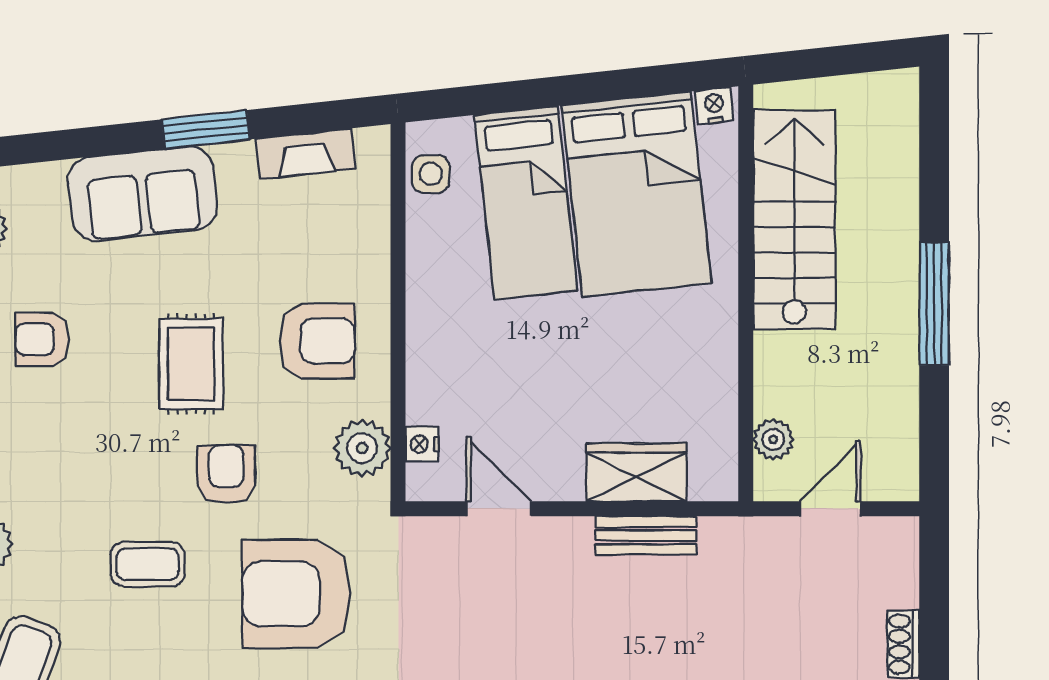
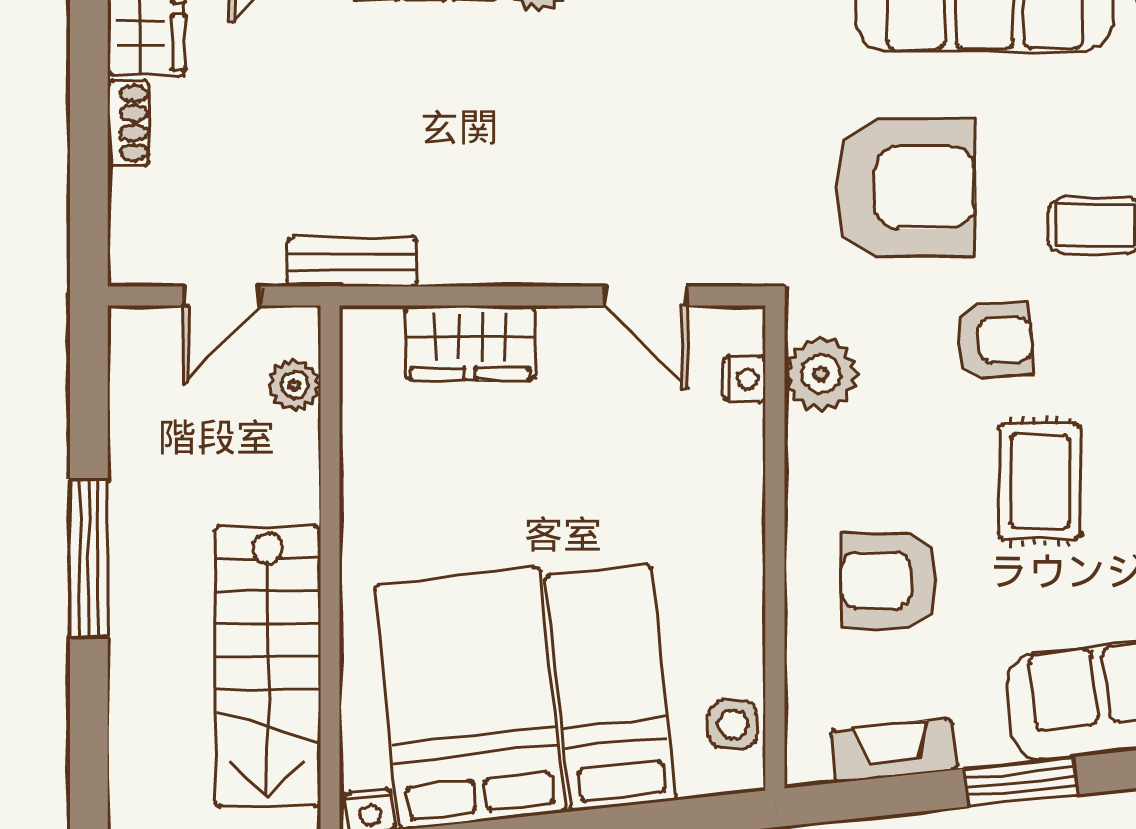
armchair: (317, 341) -> (890, 581), moved
armchair: (226, 474) -> (995, 340), turned -94
bench: (646, 535) -> (352, 262), moved

